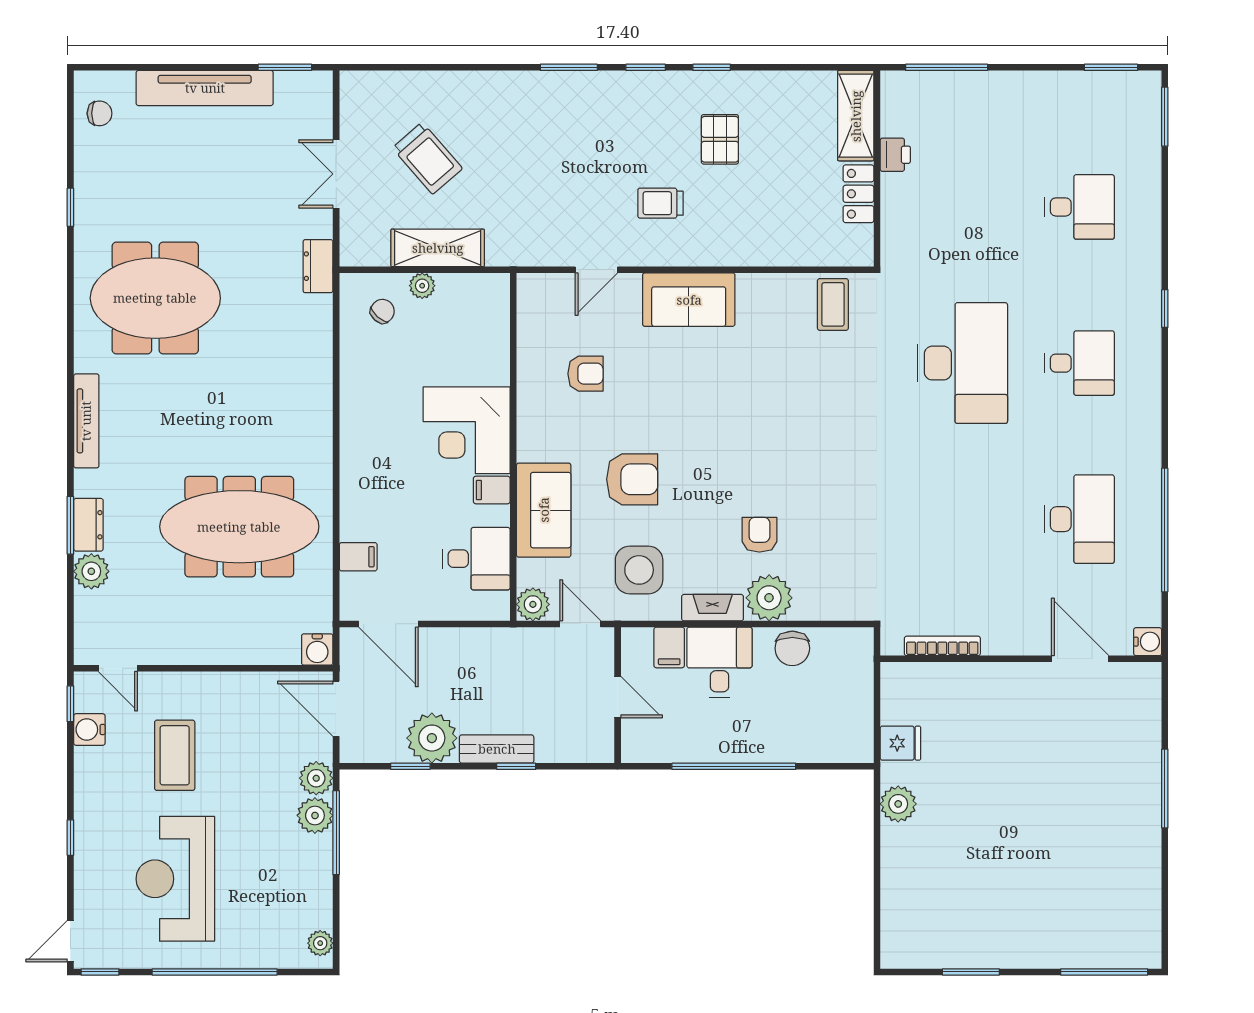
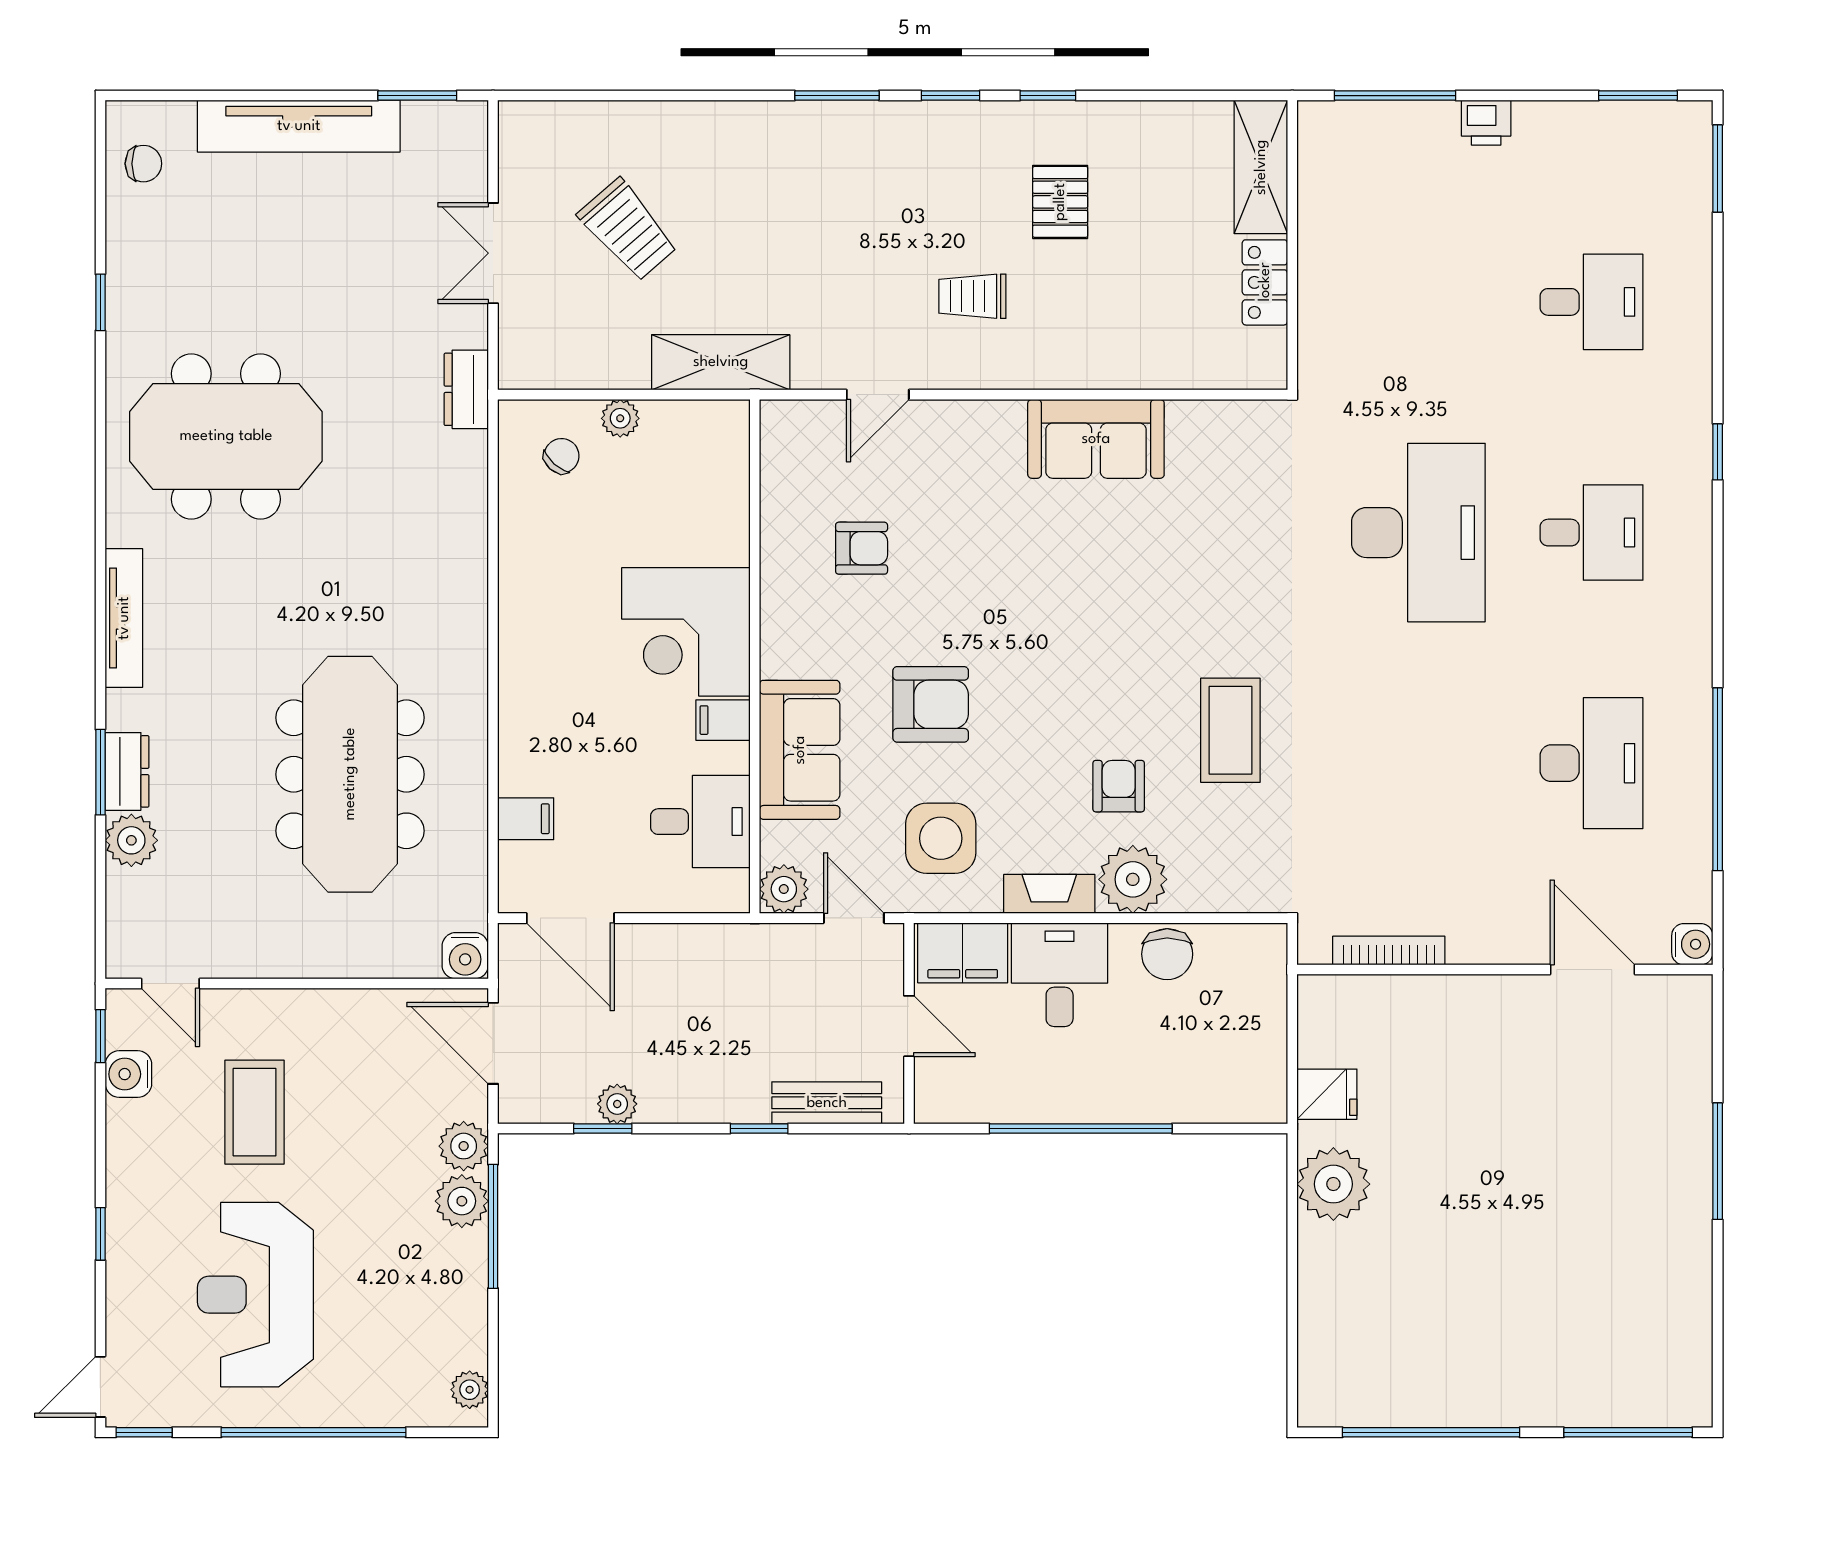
printer: (895, 155) -> (1486, 123), moved, turned 90
shelving: (438, 248) -> (721, 362), moved
sofa: (689, 300) -> (1096, 439), moved
coffee table: (833, 304) -> (1230, 730), moved, width x1.36, depth x1.30
meeting table: (239, 527) -> (350, 774), turned 90
filing cabinet: (669, 647) -> (963, 953), width x2.00
plant: (432, 738) -> (617, 1104), width x0.53, depth x0.53
bench: (497, 749) -> (827, 1103), moved
plant: (898, 804) -> (1333, 1184), width x1.36, depth x1.36
window: (971, 972) -> (1431, 1432), width x2.11

